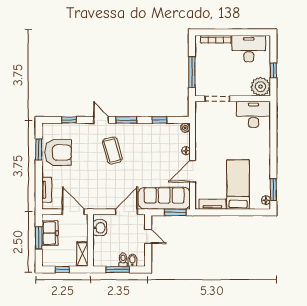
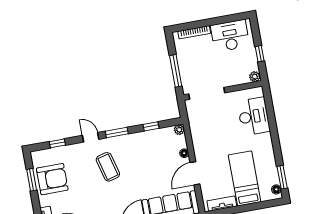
plant: (260, 87) -> (255, 77), width x0.53, depth x0.53
doorway: (217, 99) -> (207, 93), width x1.36
desk: (253, 114) -> (254, 116), moved, turned 90

